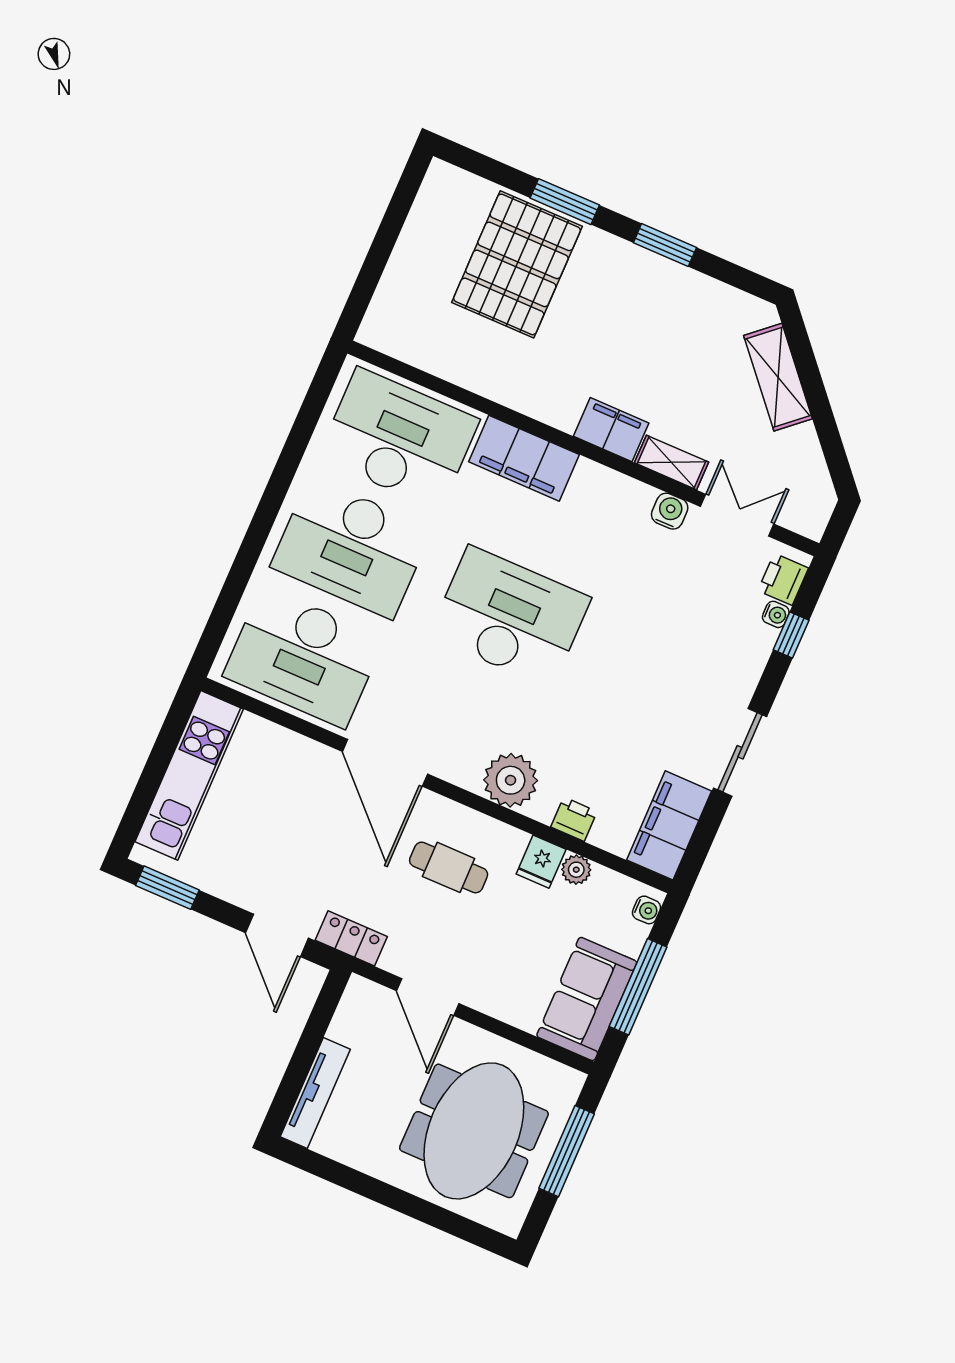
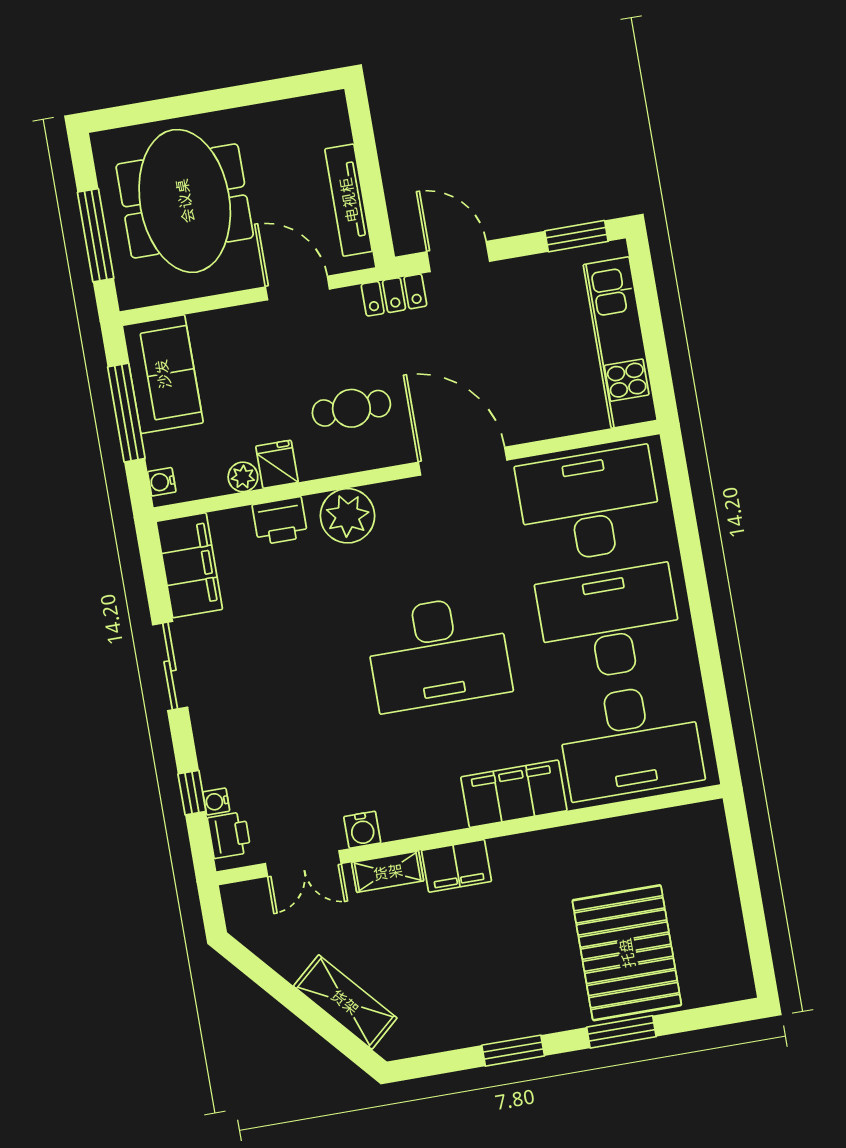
printer: (574, 819) -> (280, 521), width x1.36, depth x1.24
tv unit: (315, 1093) -> (349, 200), moved

